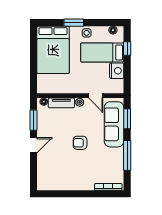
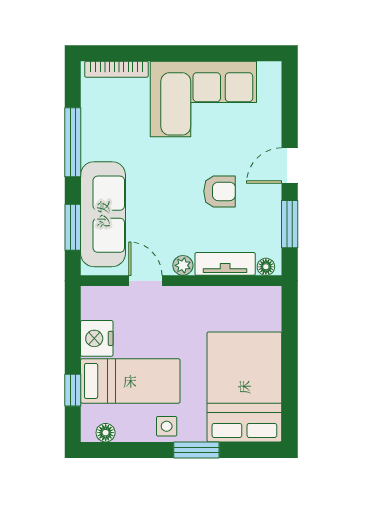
armchair: (80, 143) -> (220, 191), moved
corner sofa: (71, 174) -> (203, 99), added

